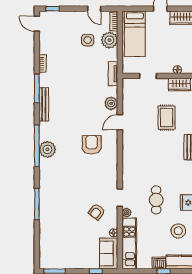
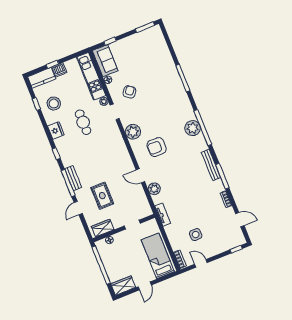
door: (37, 24) -> (240, 220), moved
plant: (109, 40) -> (133, 132), moved
door: (120, 122) -> (140, 176), swing flipped
armchair: (92, 145) -> (157, 147), turned 90

